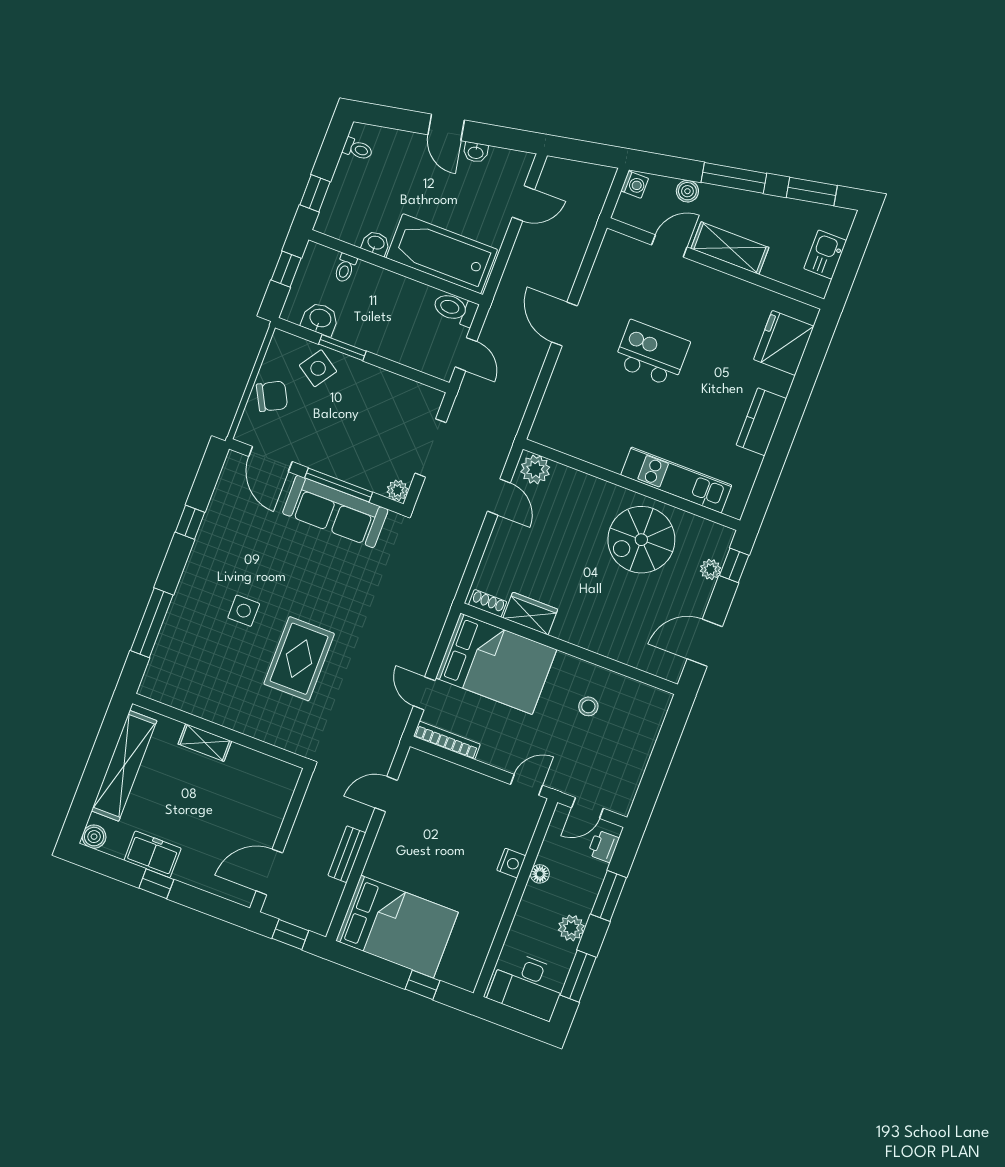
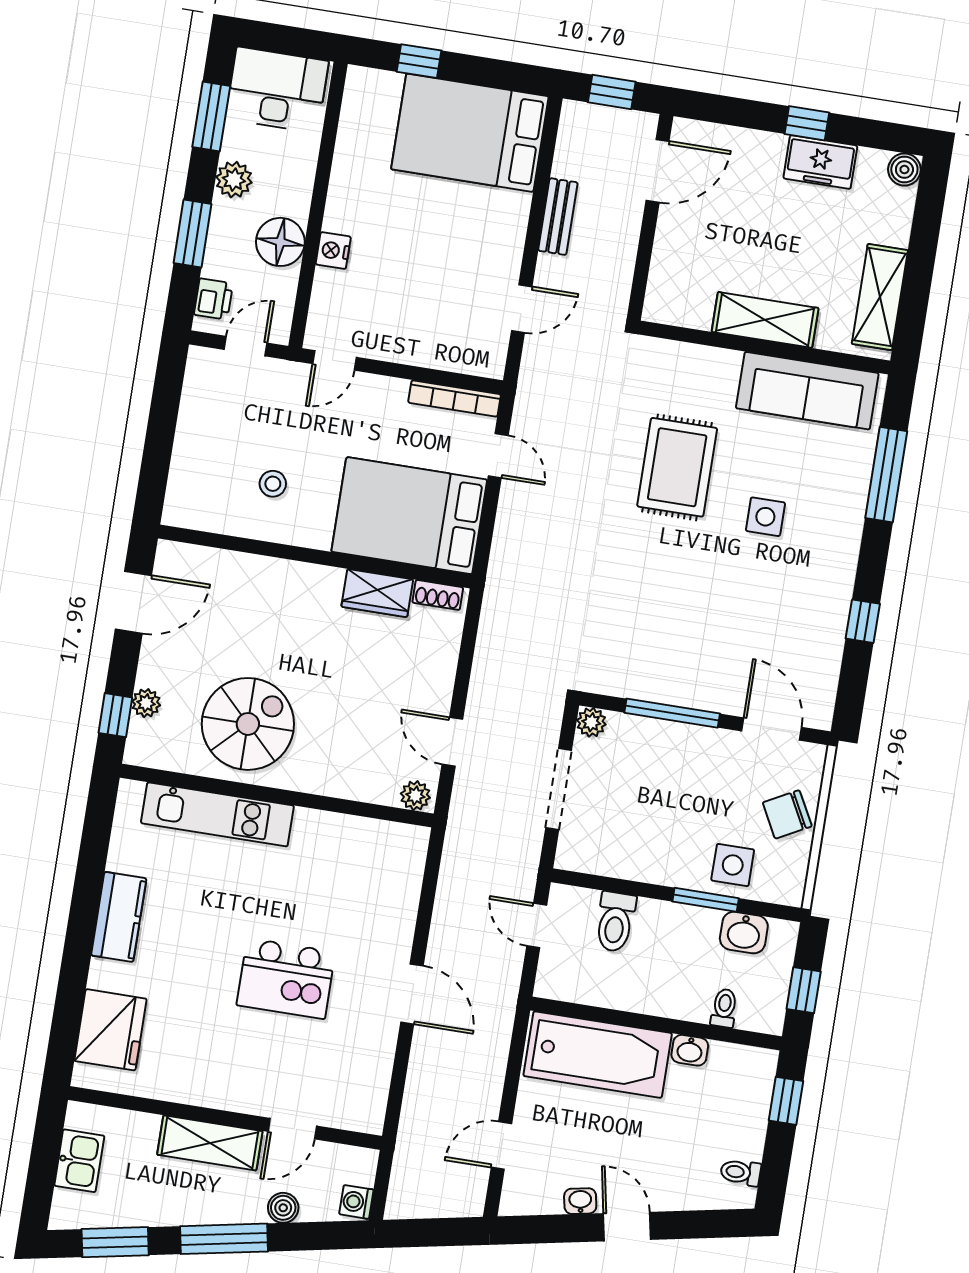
toilet: (455, 309) -> (615, 922), moved, turned 90
side table: (318, 368) -> (733, 865), turned -34
plant: (535, 469) -> (415, 796), width x0.73, depth x0.73
sofa: (335, 511) -> (807, 391), moved, turned 180
shelving: (205, 743) -> (765, 320), width x1.50, depth x1.33
shelving: (124, 766) -> (880, 297), width x0.68
floor lamp: (540, 874) -> (280, 242), width x1.89, depth x1.89

